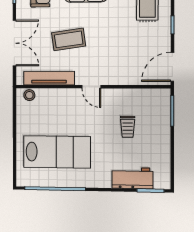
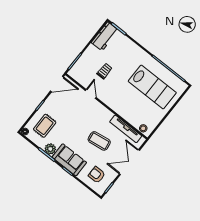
door: (91, 87) -> (91, 94), moved
lab bench: (57, 152) -> (152, 87), turned 180
workbench: (133, 178) -> (105, 36), moved, turned -90

